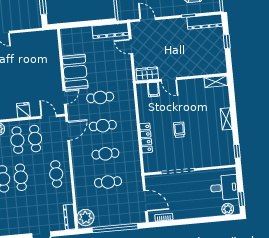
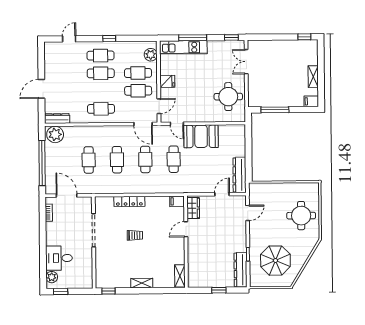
round table: (33, 48) -> (228, 97), added
filing cabinet: (153, 89) -> (177, 201), moved
desk: (224, 188) -> (59, 258), moved, turned 90
door: (145, 201) -> (67, 196), swing flipped

